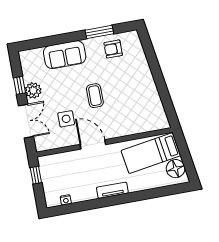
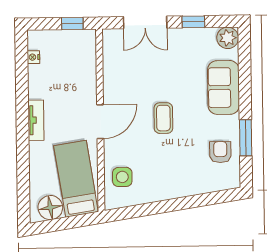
plant: (33, 90) -> (228, 38), moved
coffee table: (95, 96) -> (163, 118), turned 90
side table: (66, 119) -> (122, 177), moved
door: (93, 144) -> (100, 122), moved

